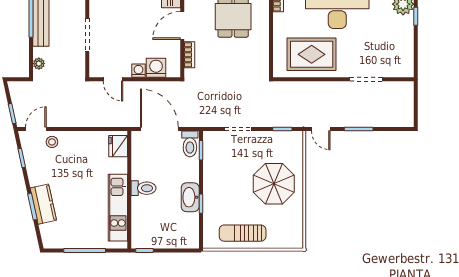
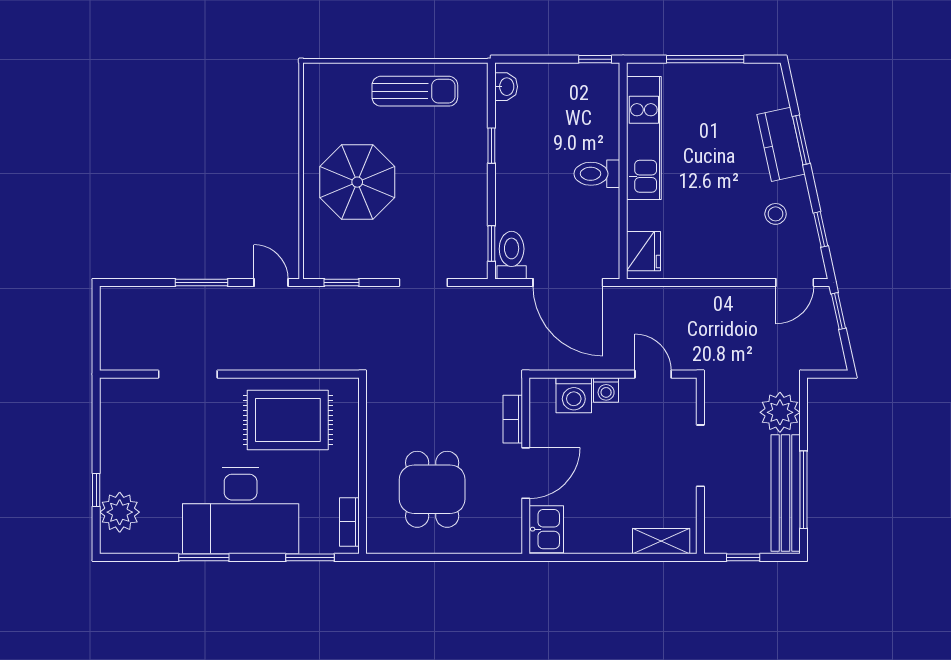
plant: (39, 64) -> (780, 412), width x1.87, depth x1.87
stool: (52, 142) -> (776, 214), moved
washbasin: (190, 197) -> (506, 87), moved, width x0.52, depth x0.69

